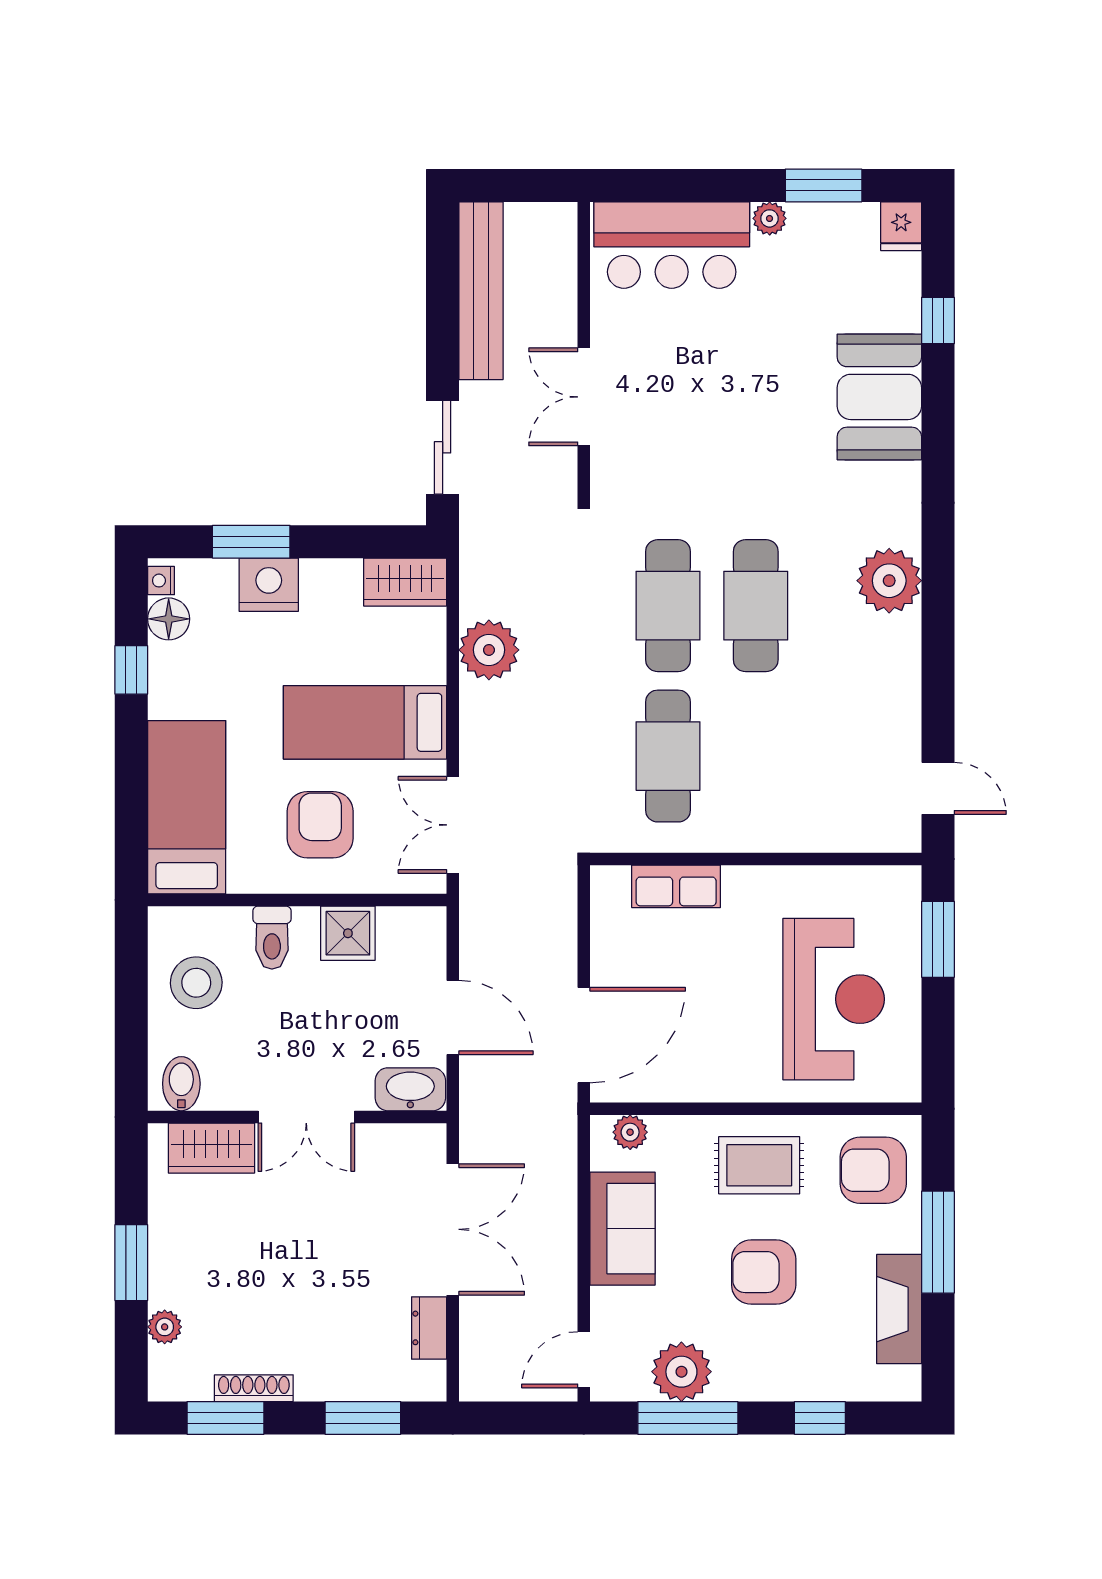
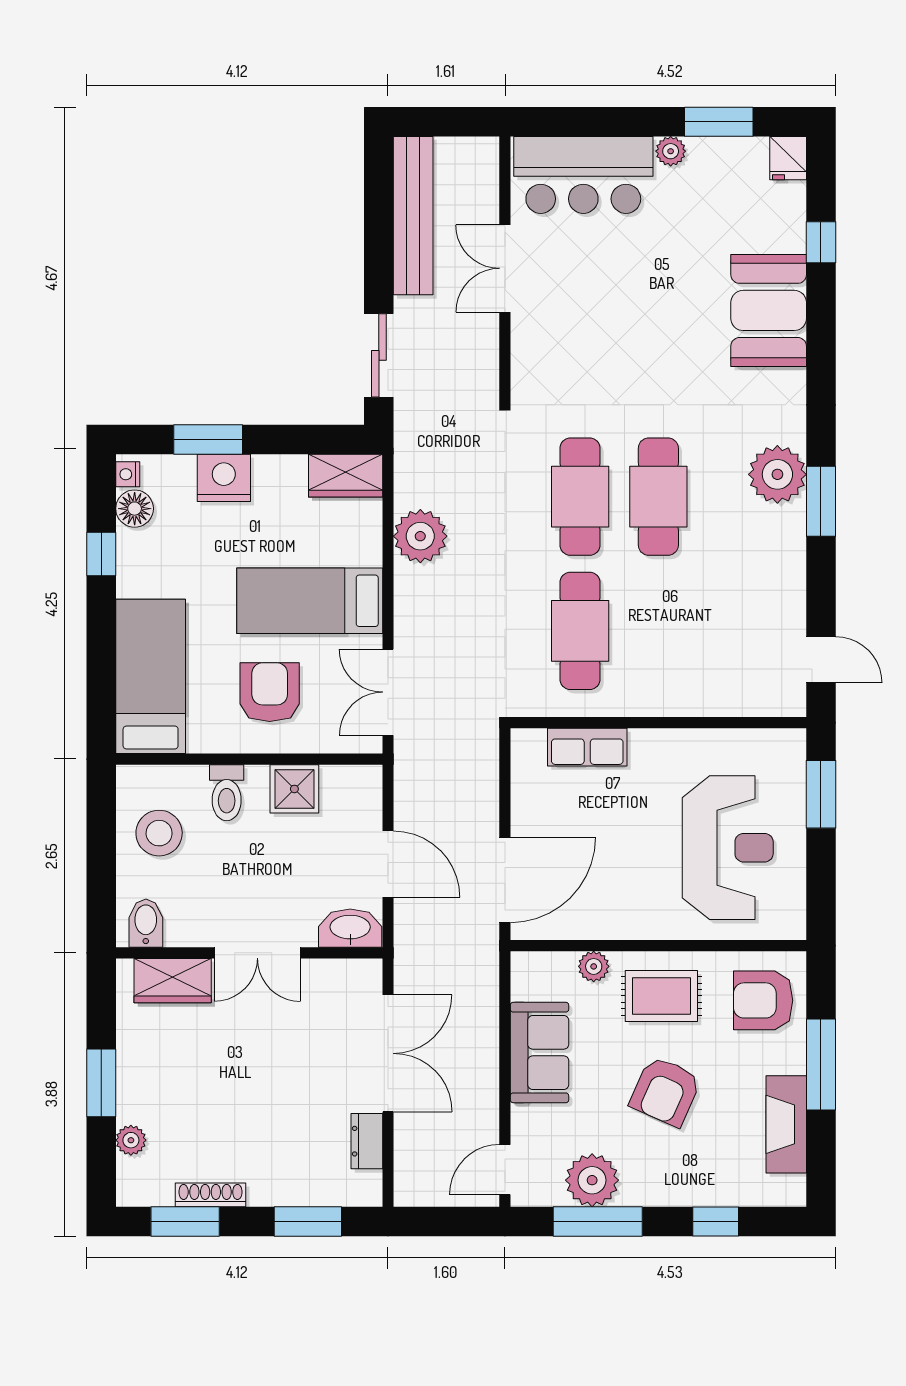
double door: (584, 397) -> (505, 268), moved
window: (938, 611) -> (821, 501), added
plant: (630, 1132) -> (594, 966), moved
armchair: (764, 1272) -> (665, 1091), turned -66

